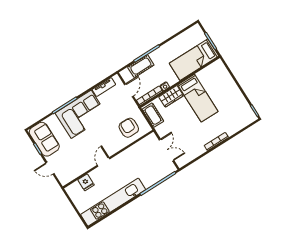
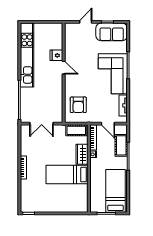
bed: (194, 60) -> (116, 191), moved
armchair: (129, 128) -> (78, 105), turned 90
fridge: (86, 182) -> (56, 55), moved

